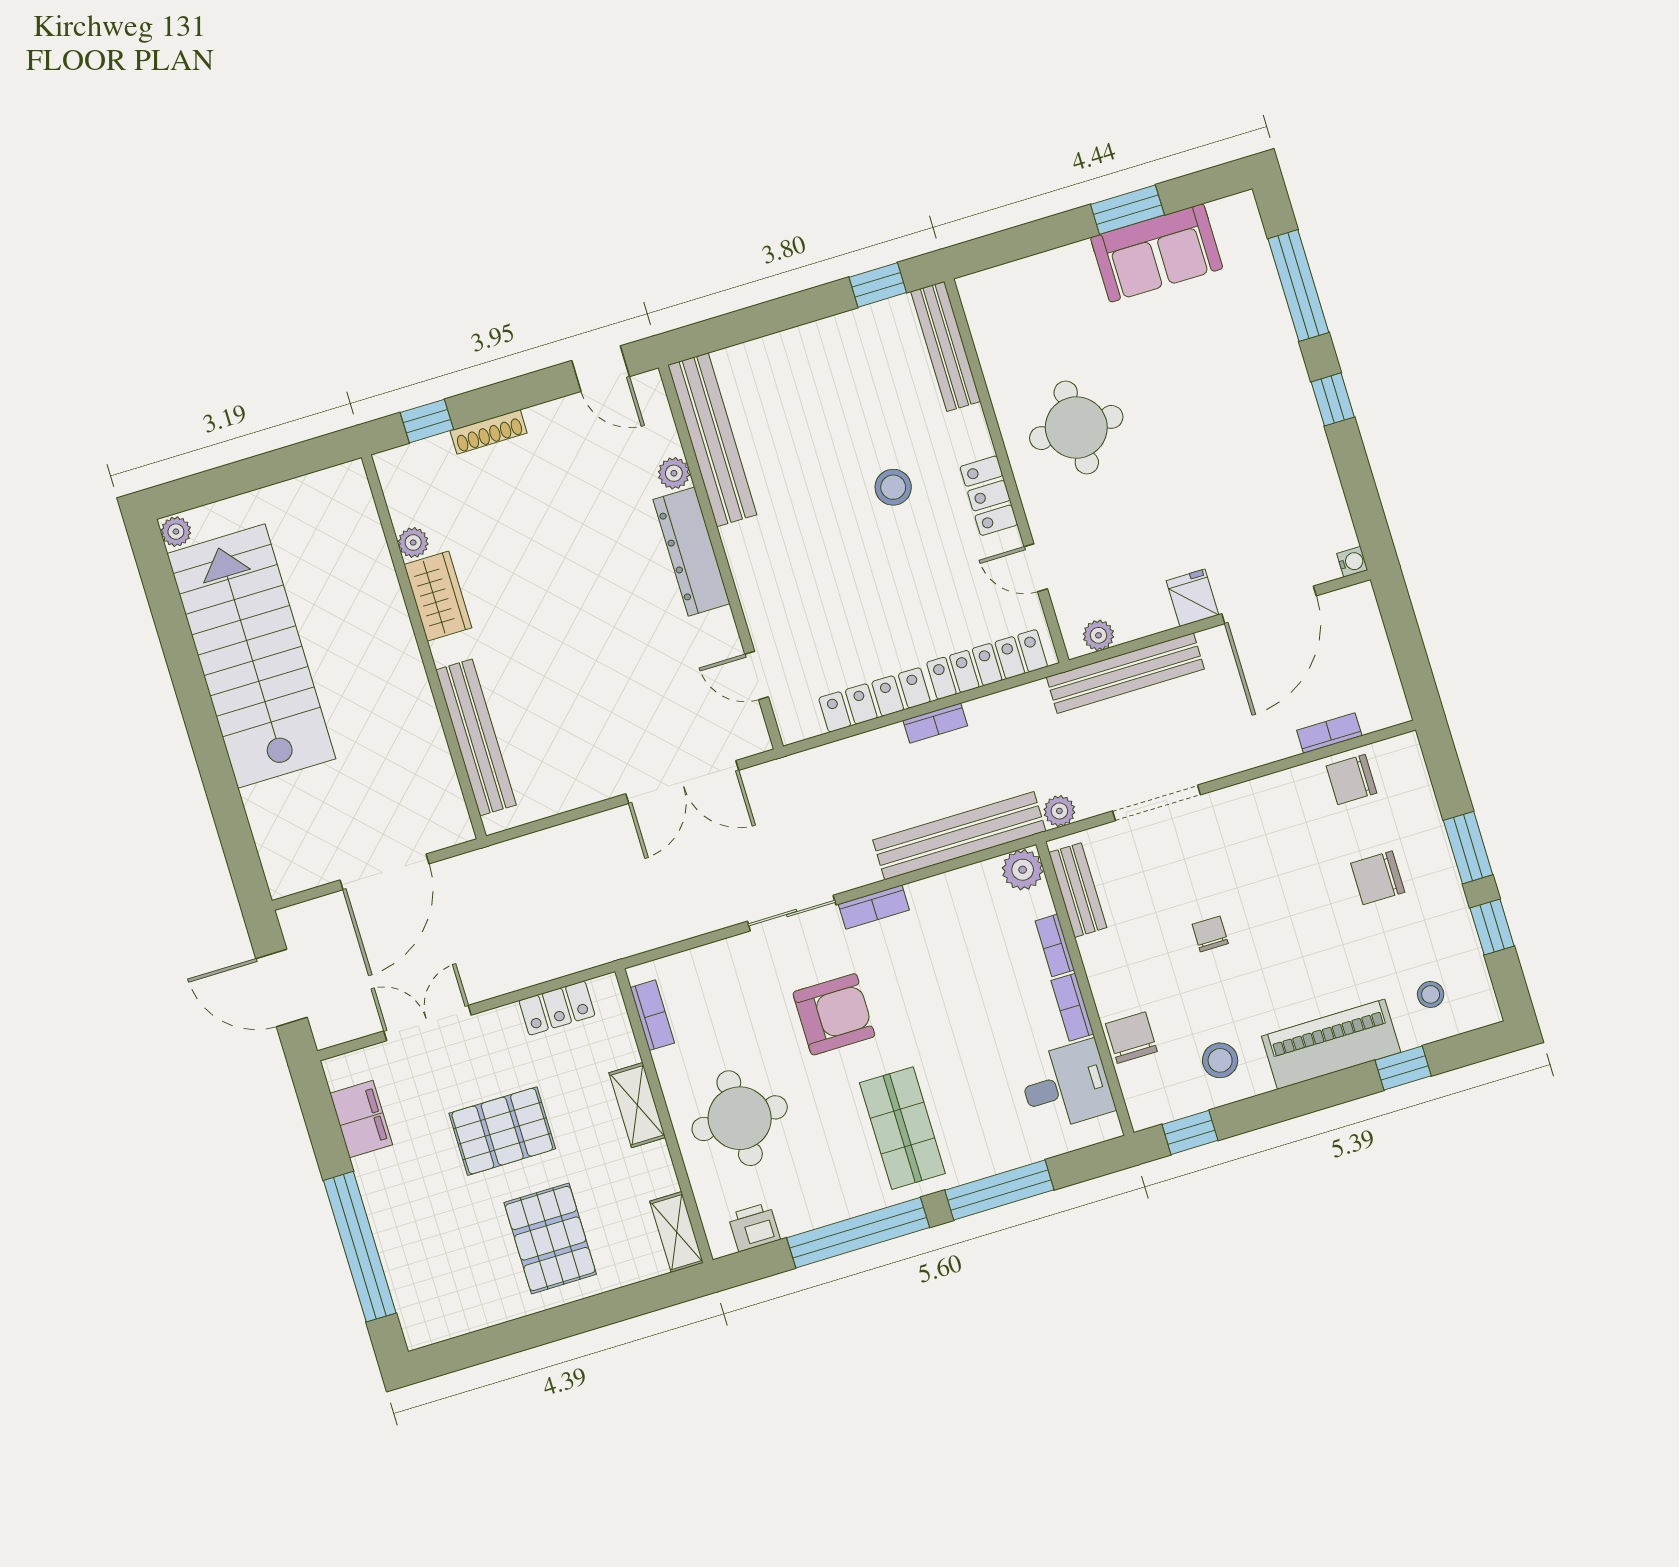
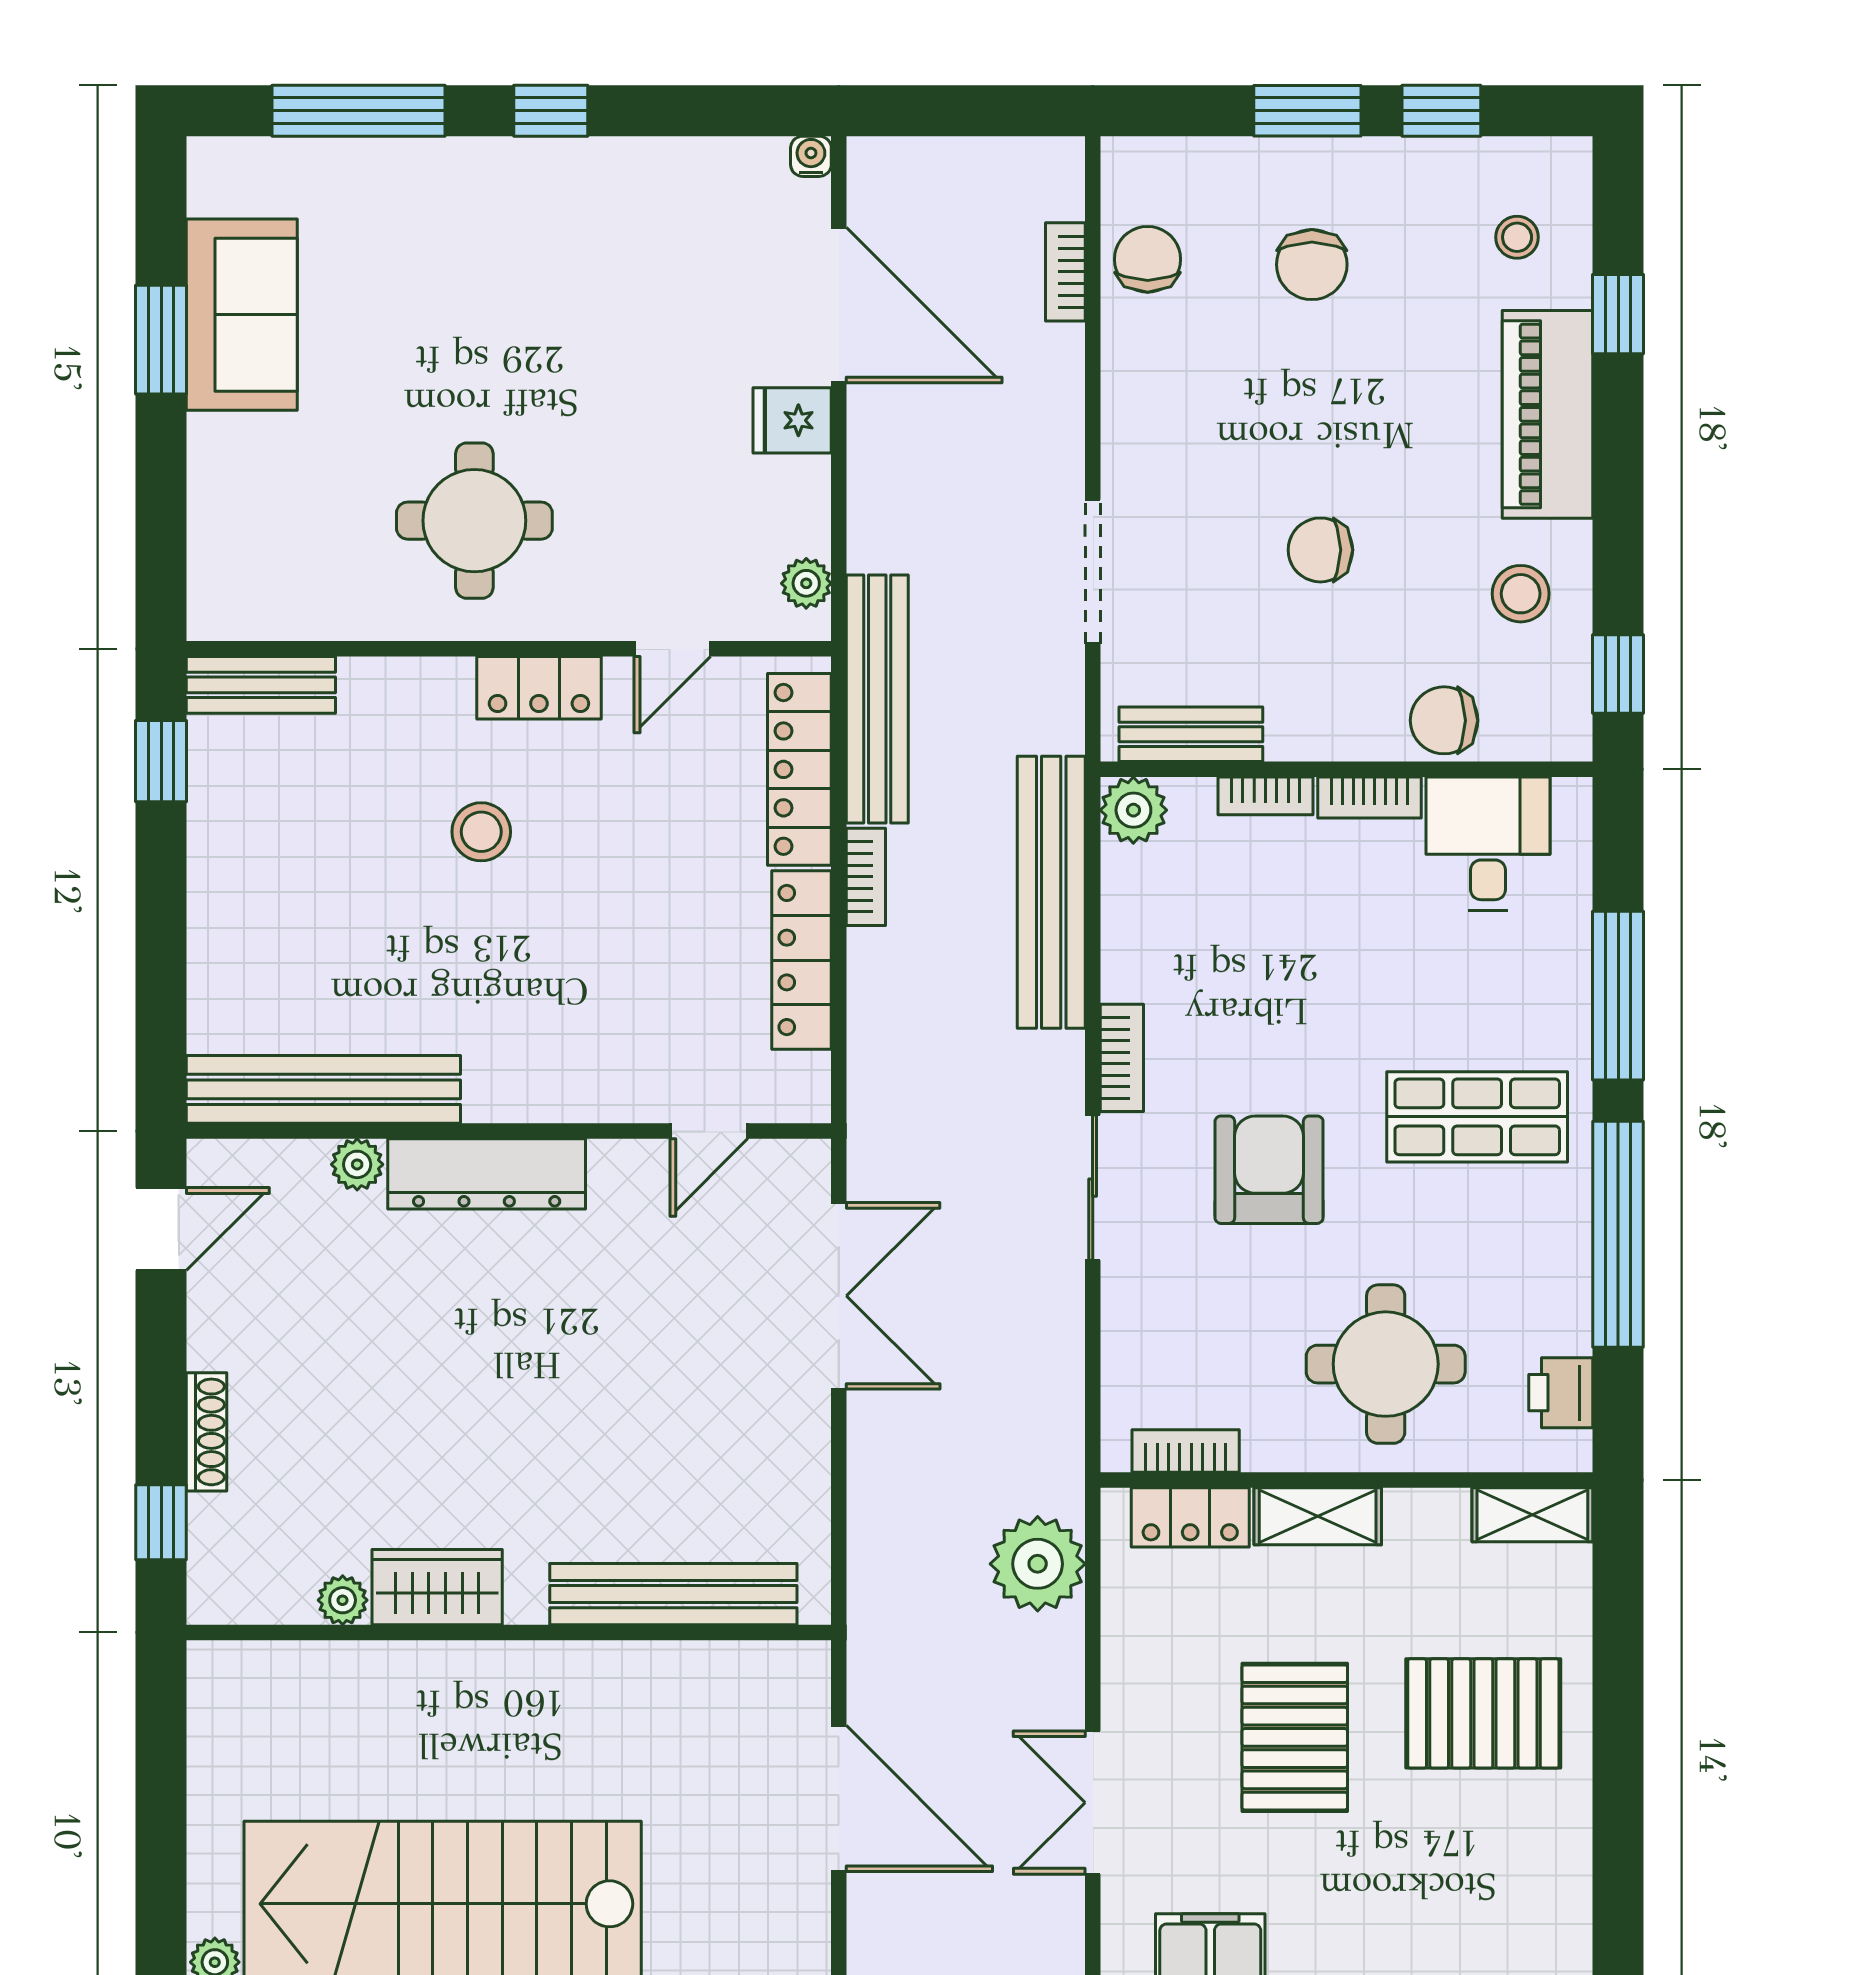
bench: (946, 346) -> (261, 685), width x0.73
bench: (1125, 673) -> (877, 699), moved
chair: (1351, 780) -> (1148, 259), turned 180
plant: (1059, 811) -> (1038, 1564), moved, width x1.88, depth x1.88
chair: (1210, 934) -> (1320, 550), width x1.37, depth x1.37
locker: (557, 1008) -> (1190, 1517), moved, turned 90

